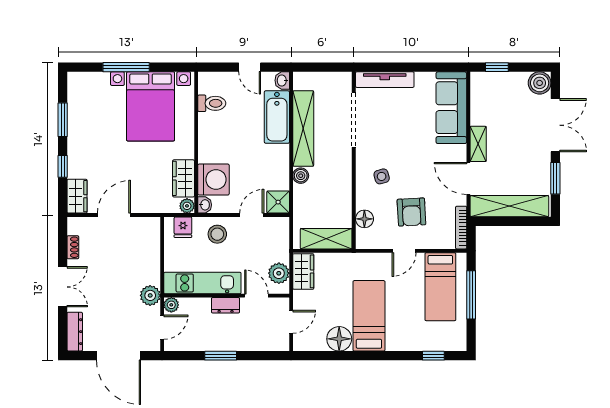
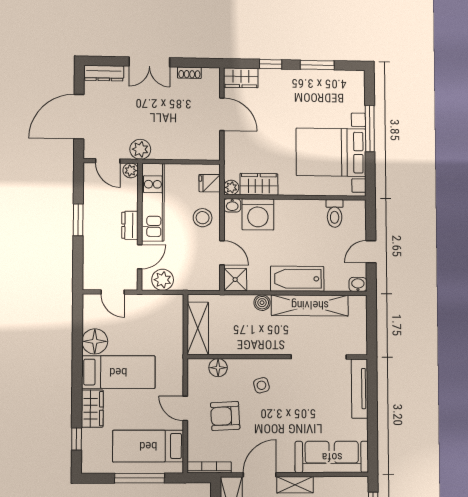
bathtub: (277, 117) -> (297, 279), moved
wardrobe: (303, 271) -> (92, 409), moved, turned -90

